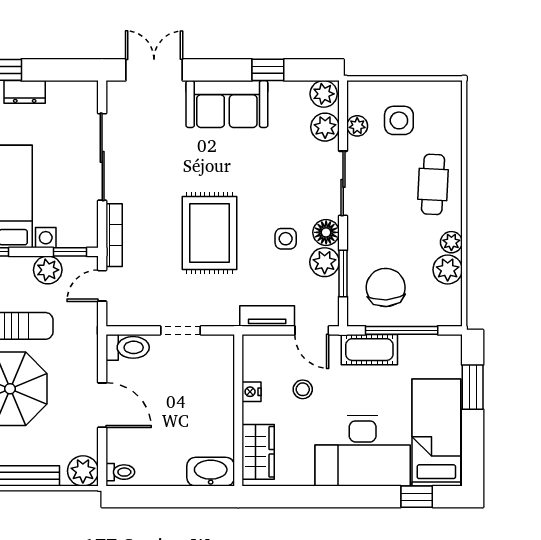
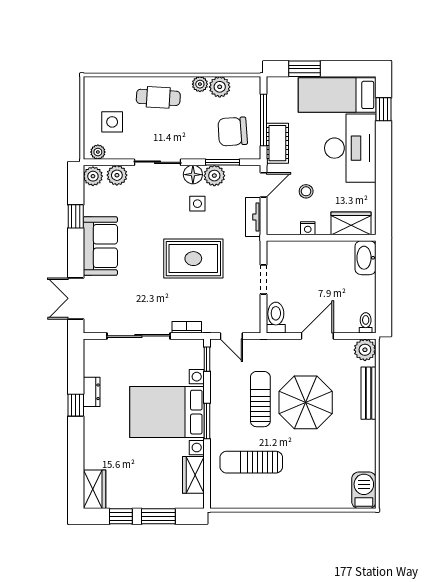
plant: (357, 126) -> (98, 152), moved
bookcase: (114, 235) -> (187, 327), width x0.64
plant: (48, 270) -> (220, 375), removed

